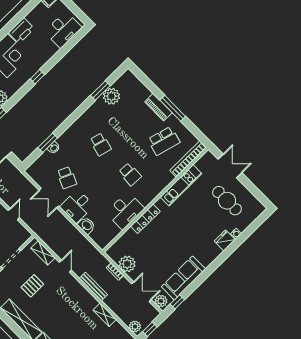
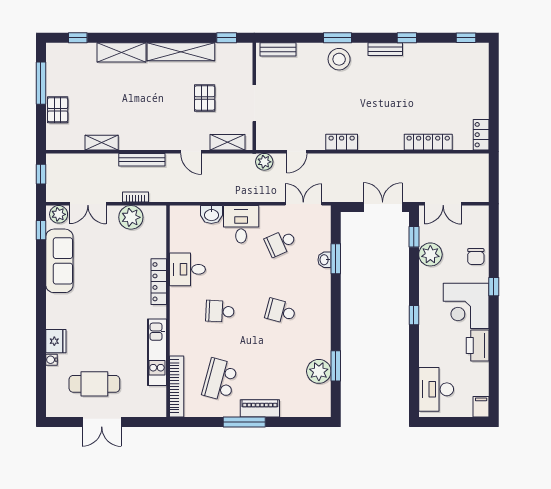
double door: (230, 166) -> (102, 422), moved
school desk: (67, 178) -> (281, 243), turned -48
double door: (49, 198) -> (303, 204), moved
desk: (125, 211) -> (187, 269), width x0.73
door: (14, 214) -> (297, 152), hinge flipped
plant: (135, 326) -> (264, 162), moved

